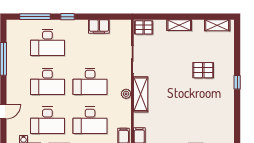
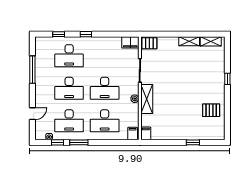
window: (35, 17) -> (59, 34), width x0.46
shelving: (179, 25) -> (189, 41), moved
filing cabinet: (99, 26) -> (130, 42), moved
pallet: (203, 70) -> (211, 110), moved
window: (237, 82) -> (227, 79), moved

